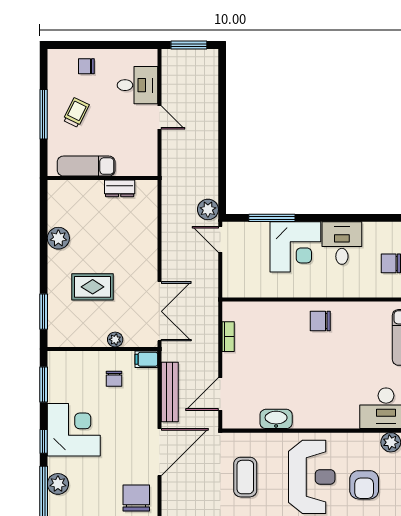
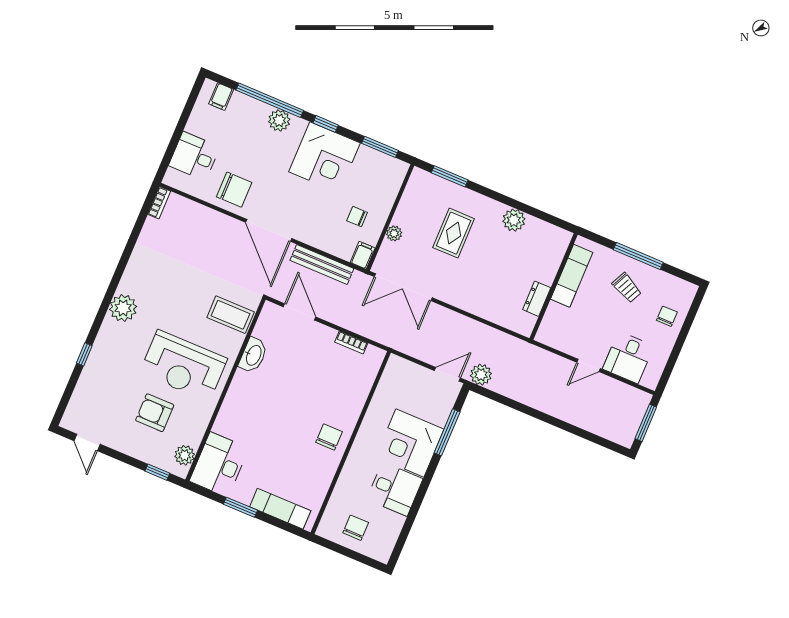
coffee table: (245, 477) -> (231, 315), moved

